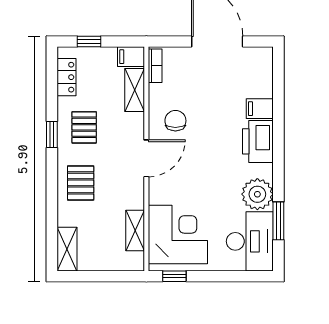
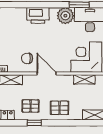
filing cabinet: (260, 109) -> (21, 14), removed

